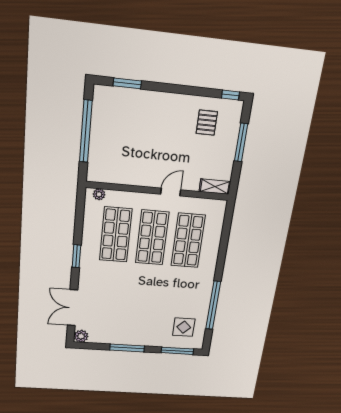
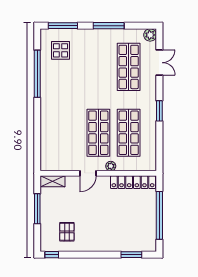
window: (241, 142) -> (37, 209), moved
locker: (116, 176) -> (133, 182), added
plant: (99, 194) -> (111, 166), moved
shop shelf: (188, 240) -> (129, 67), moved
double door: (73, 308) -> (159, 63), width x0.73

